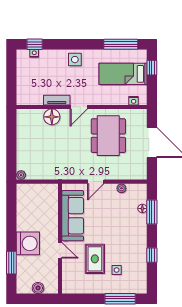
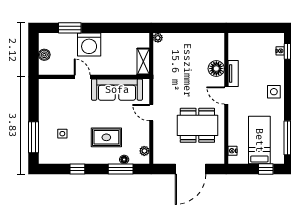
plant: (121, 188) -> (144, 151), moved
shelving: (45, 190) -> (143, 62), added
door: (60, 250) -> (82, 77), swing flipped
rug: (95, 259) -> (106, 137), moved

